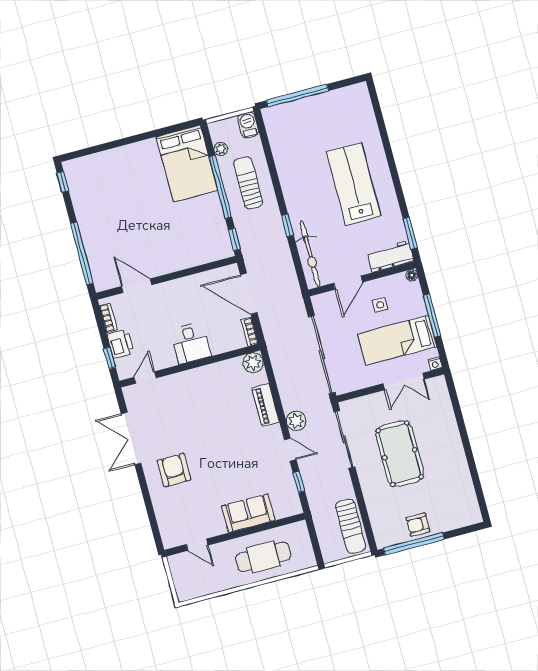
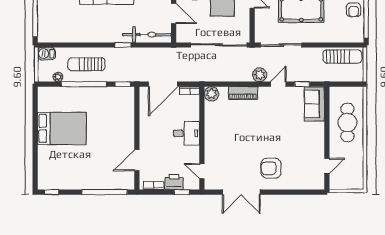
bed: (187, 164) -> (62, 128), moved
sofa: (248, 513) -> (314, 104), moved

